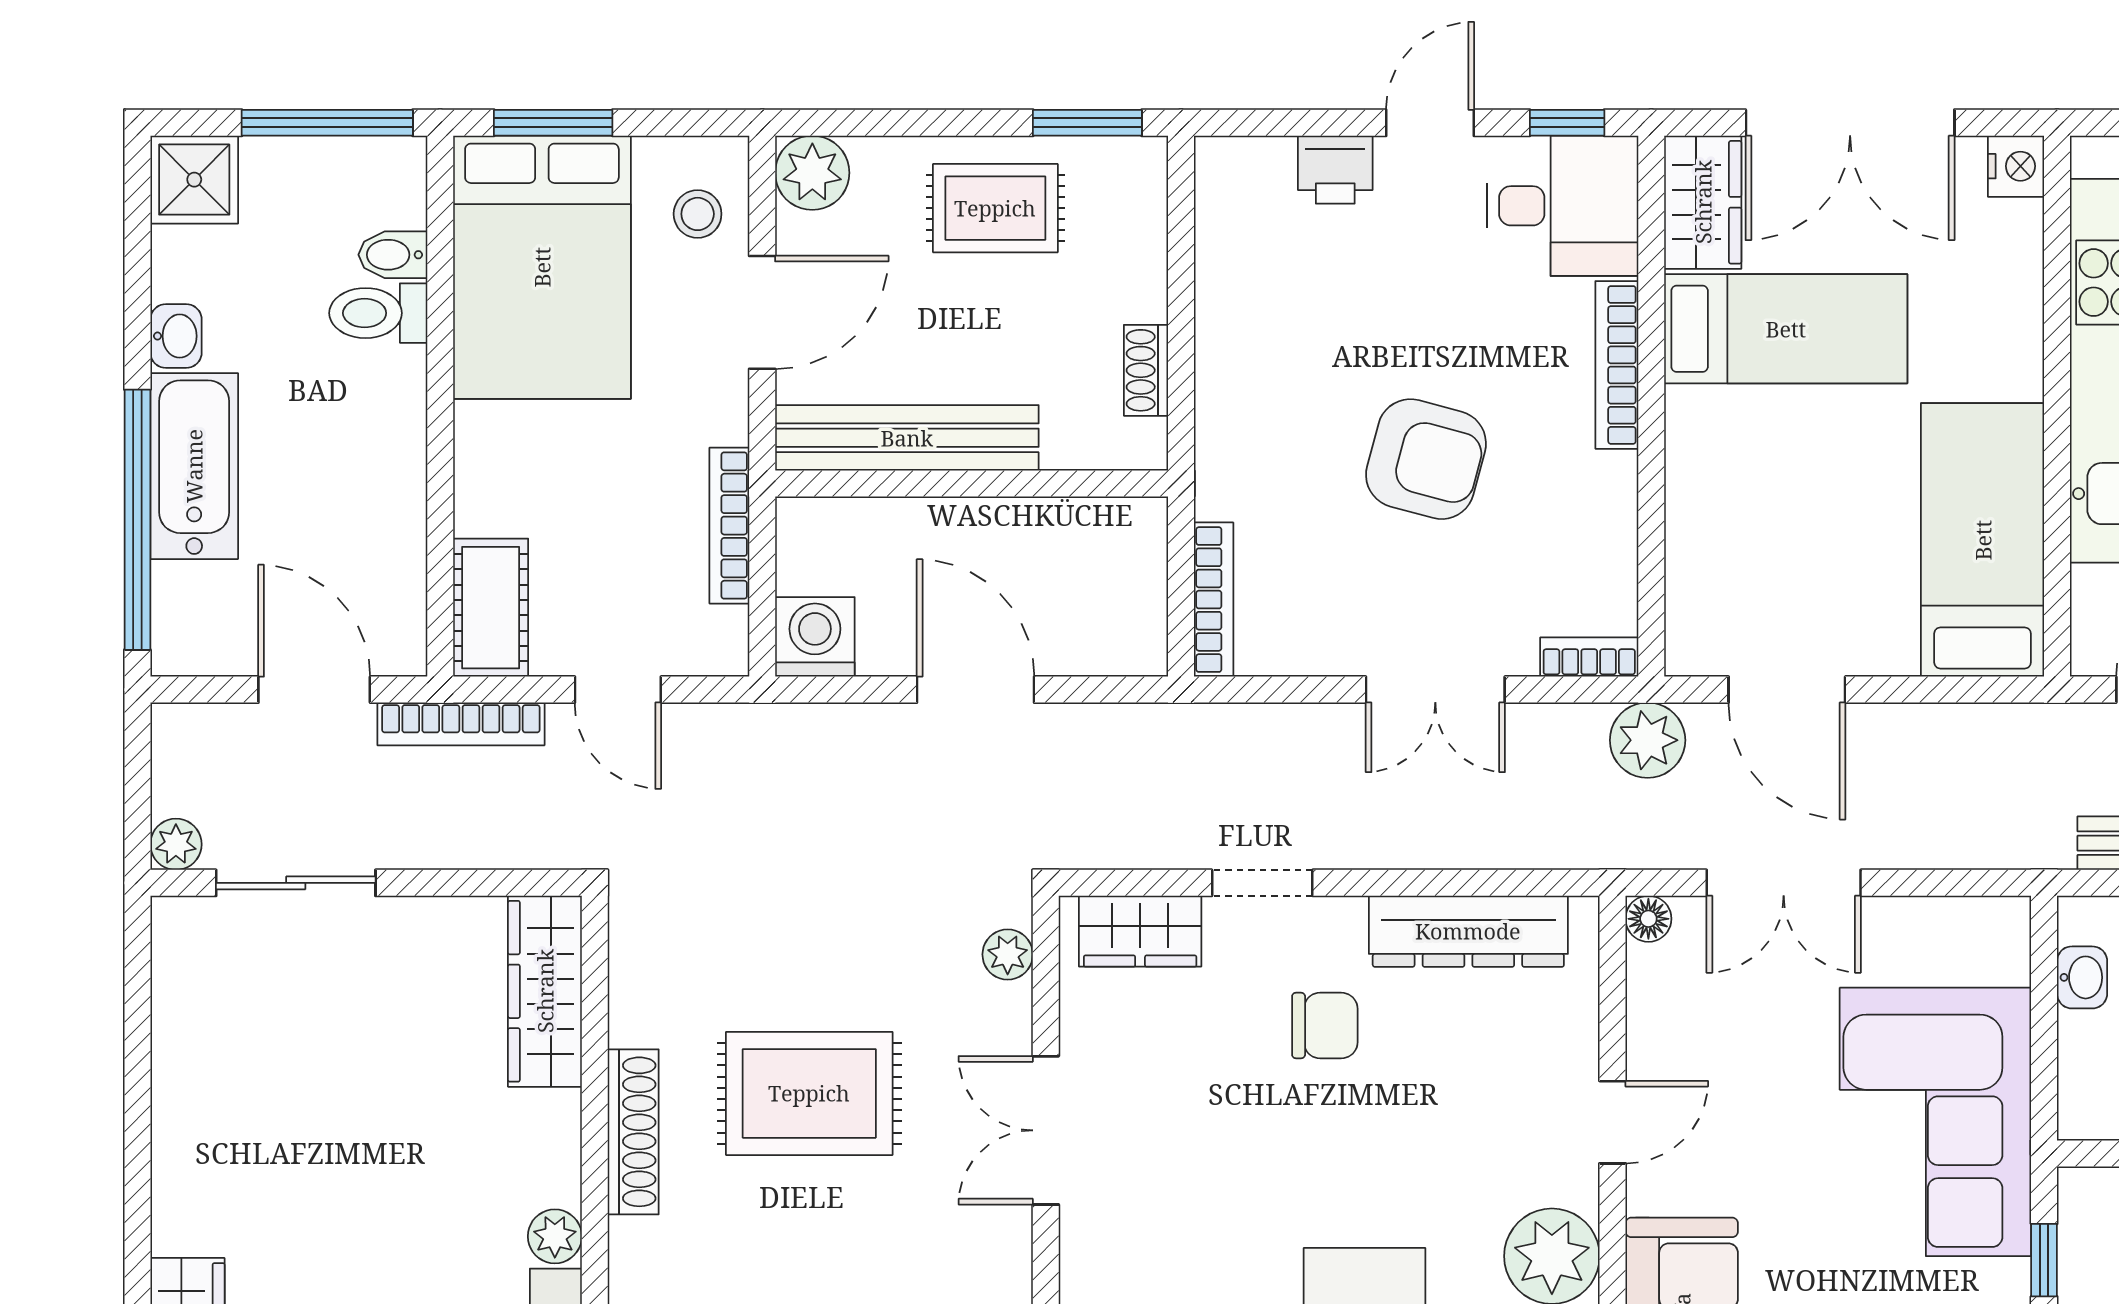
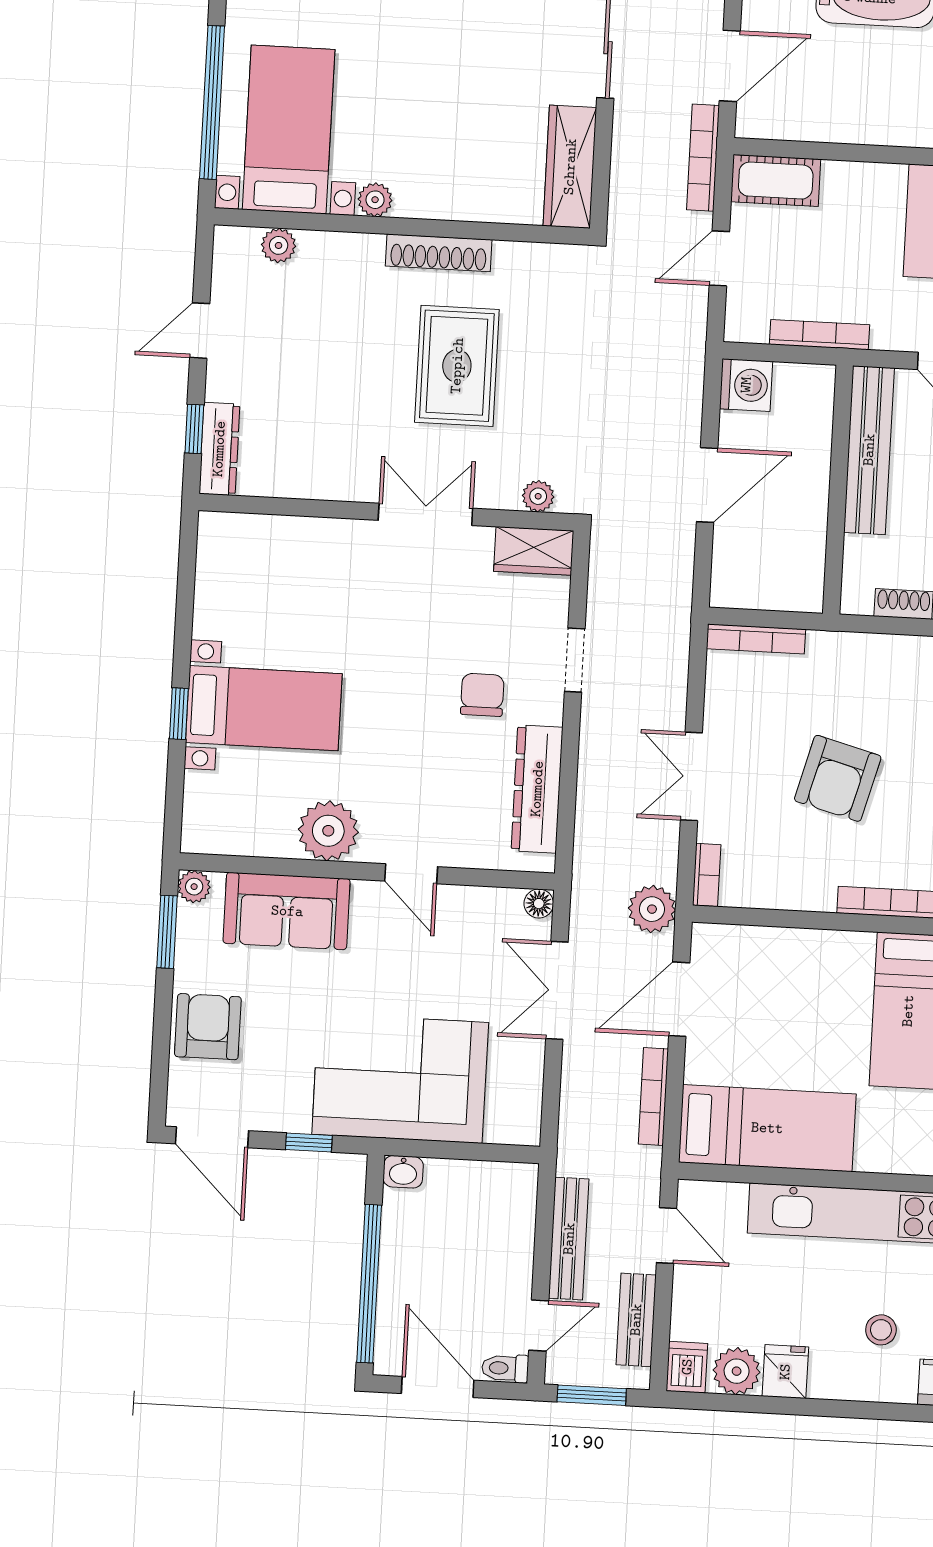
bookcase: (1942, 722) -> (653, 1096), added
wardrobe: (1140, 931) -> (534, 551), moved, turned -90
washbasin: (2082, 977) -> (403, 1172), moved
wardrobe: (545, 991) -> (570, 167), moved, turned -90
chair: (1325, 1026) -> (482, 695), turned 180

